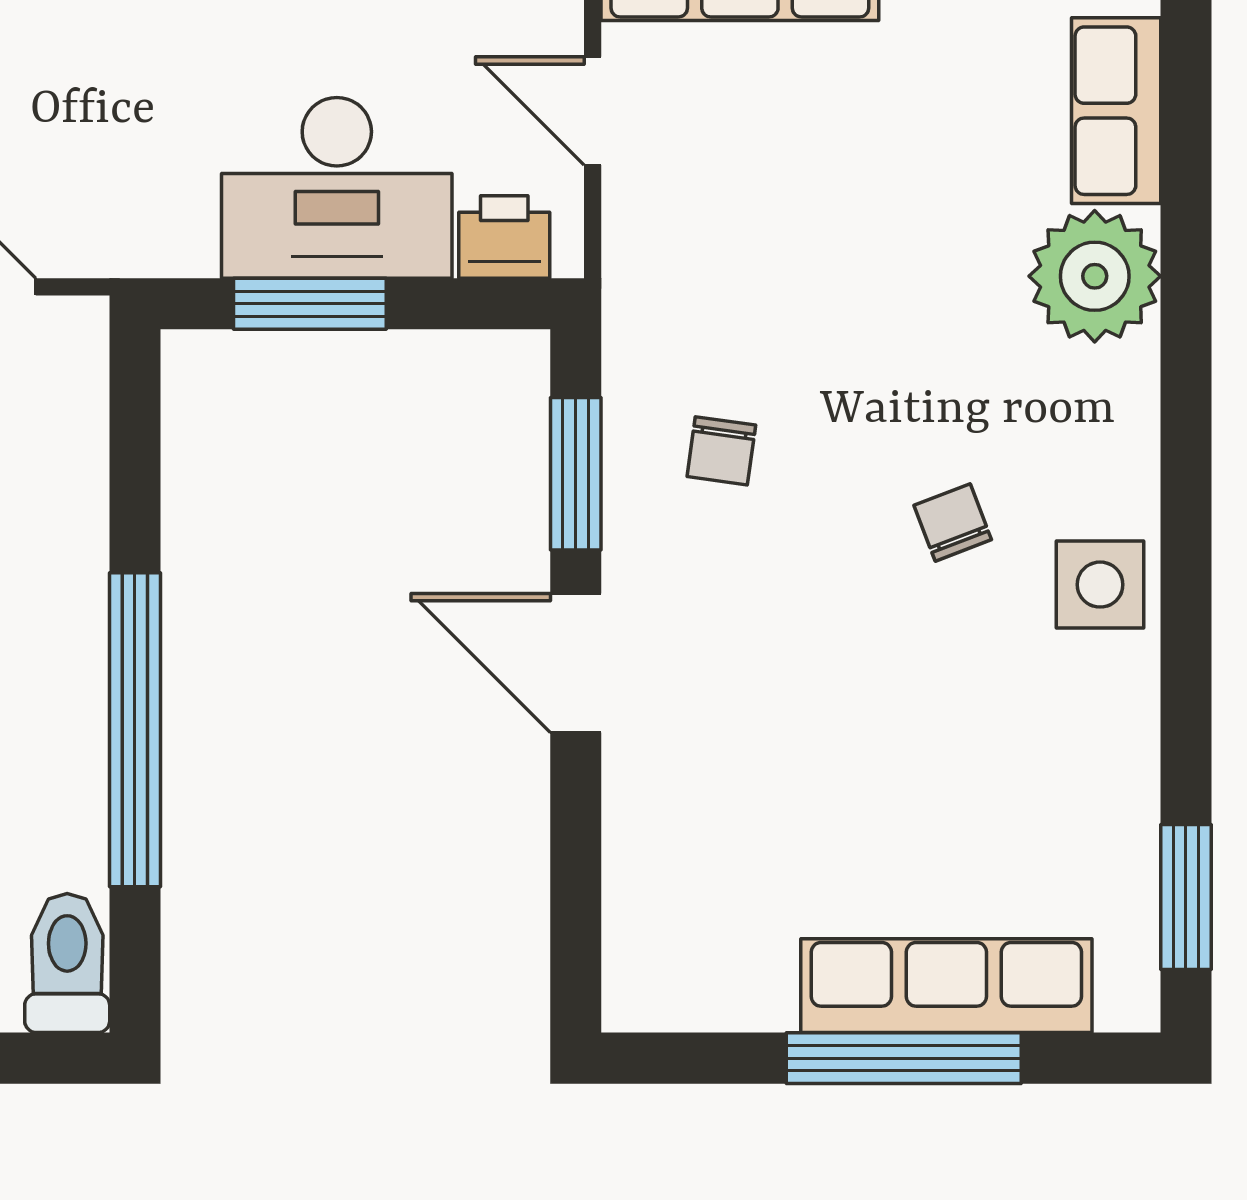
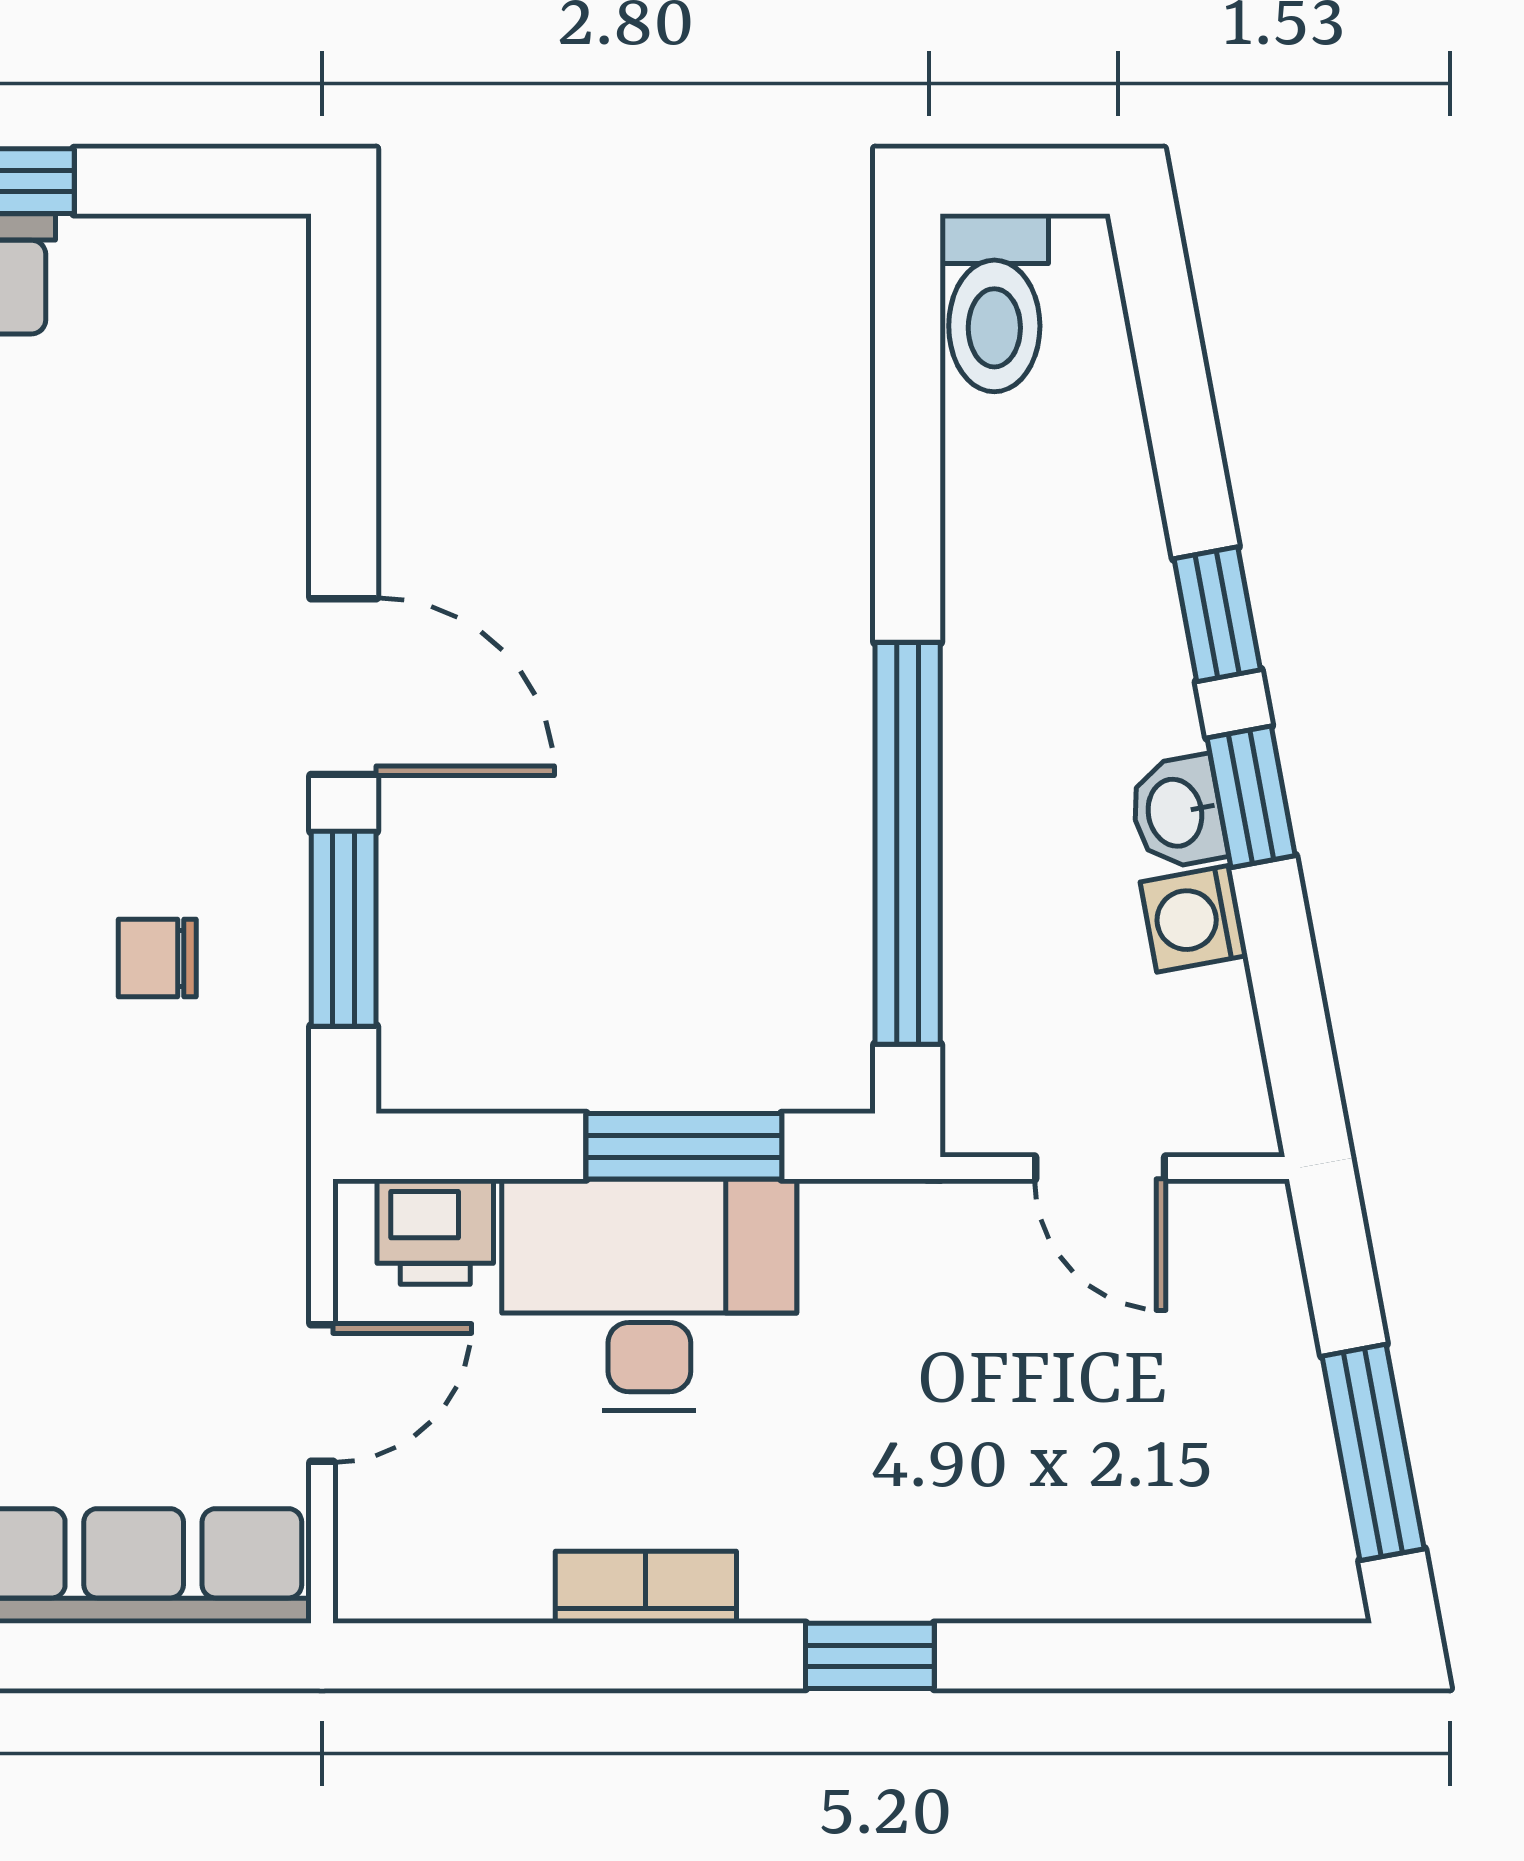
door: (593, 111) -> (322, 1393), hinge flipped
chair: (721, 451) -> (157, 958), turned -98
window: (135, 730) -> (908, 843), moved

